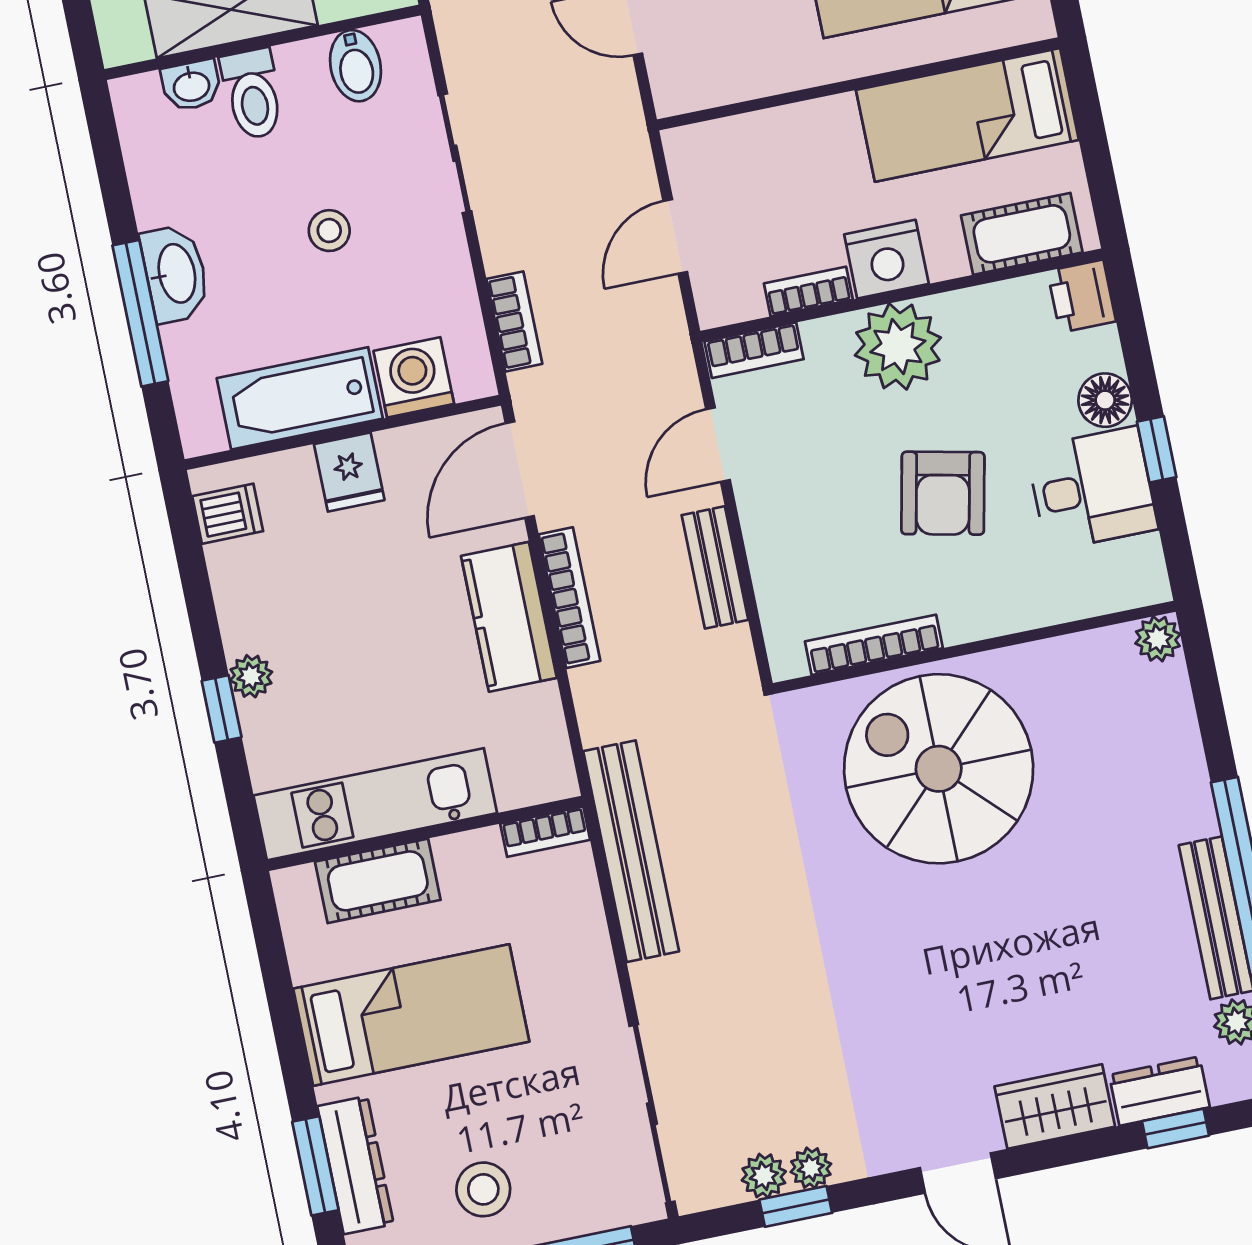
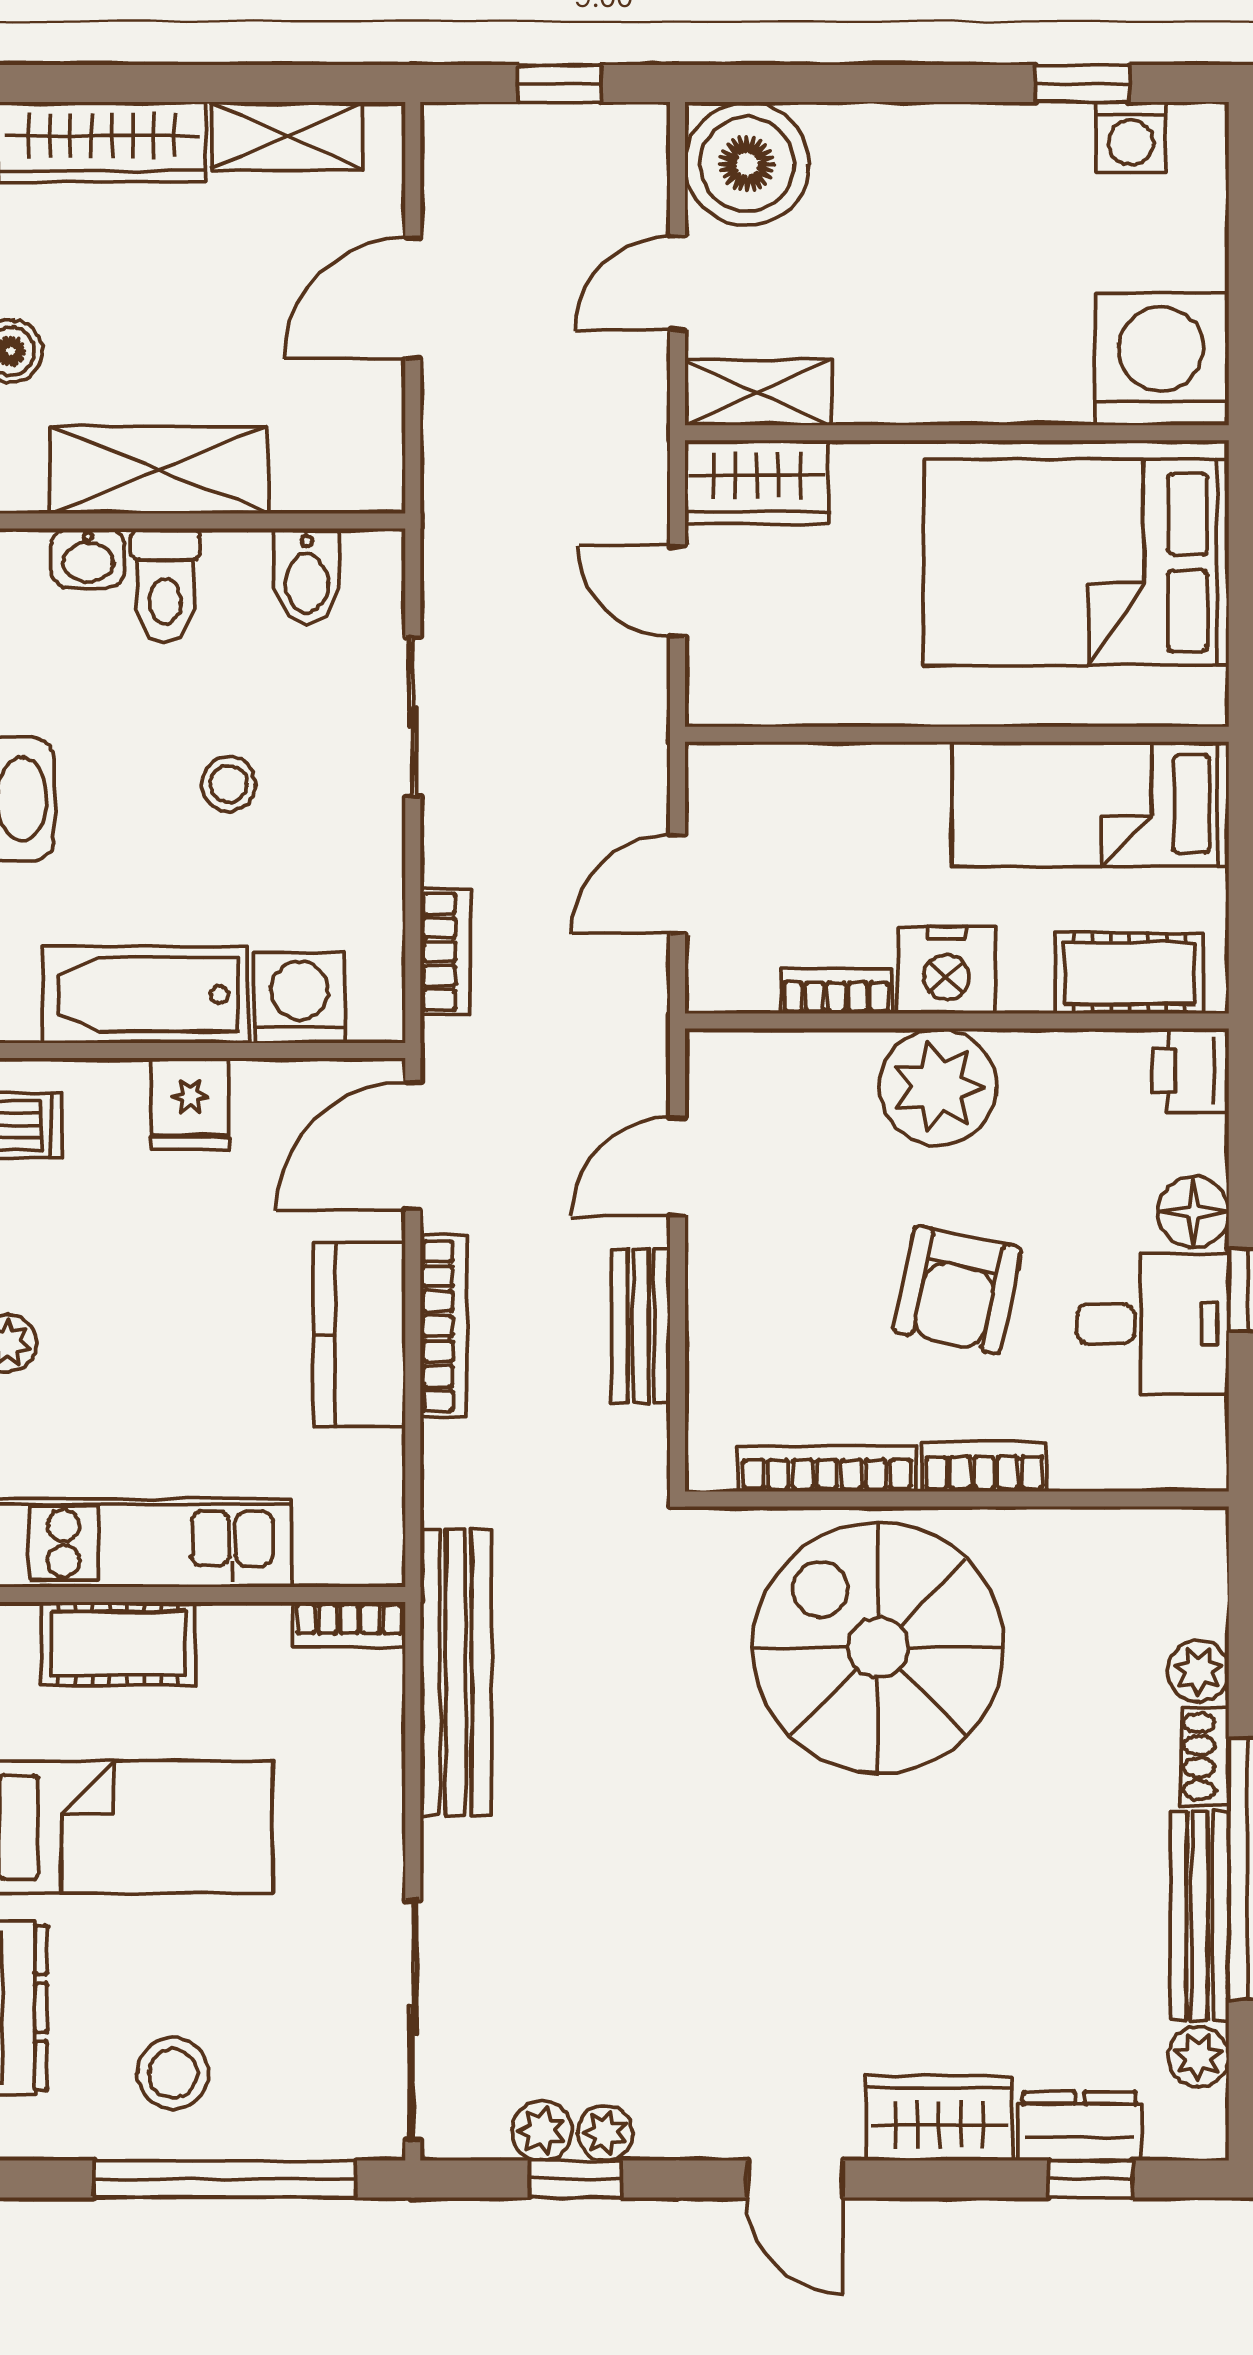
bookcase: (754, 350) -> (984, 1467), moved, turned 180
plant: (1158, 639) -> (1198, 1671), moved
shoe rack: (1196, 800) -> (1205, 1756), added

